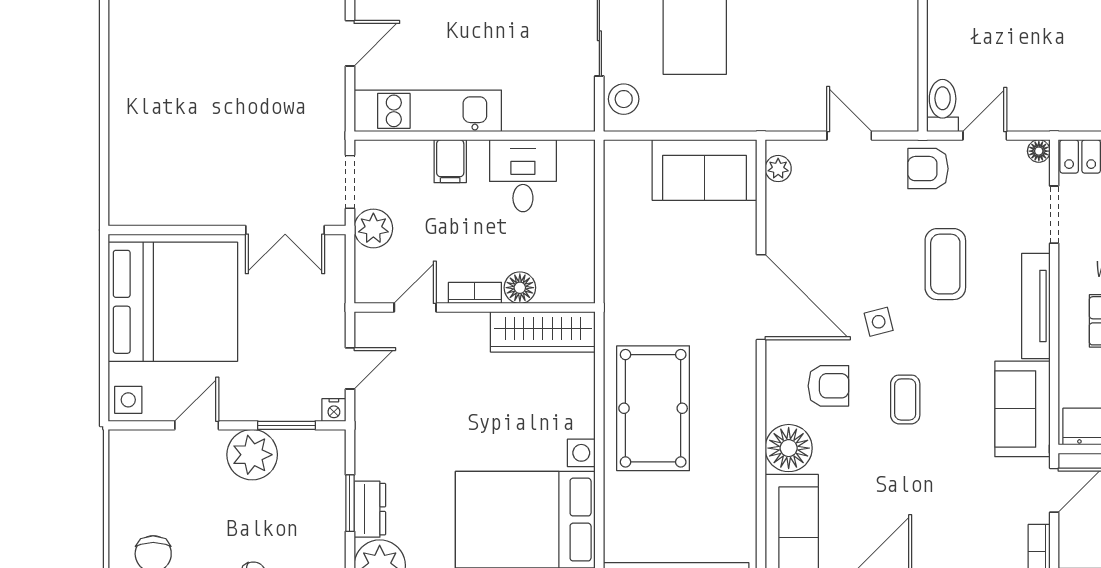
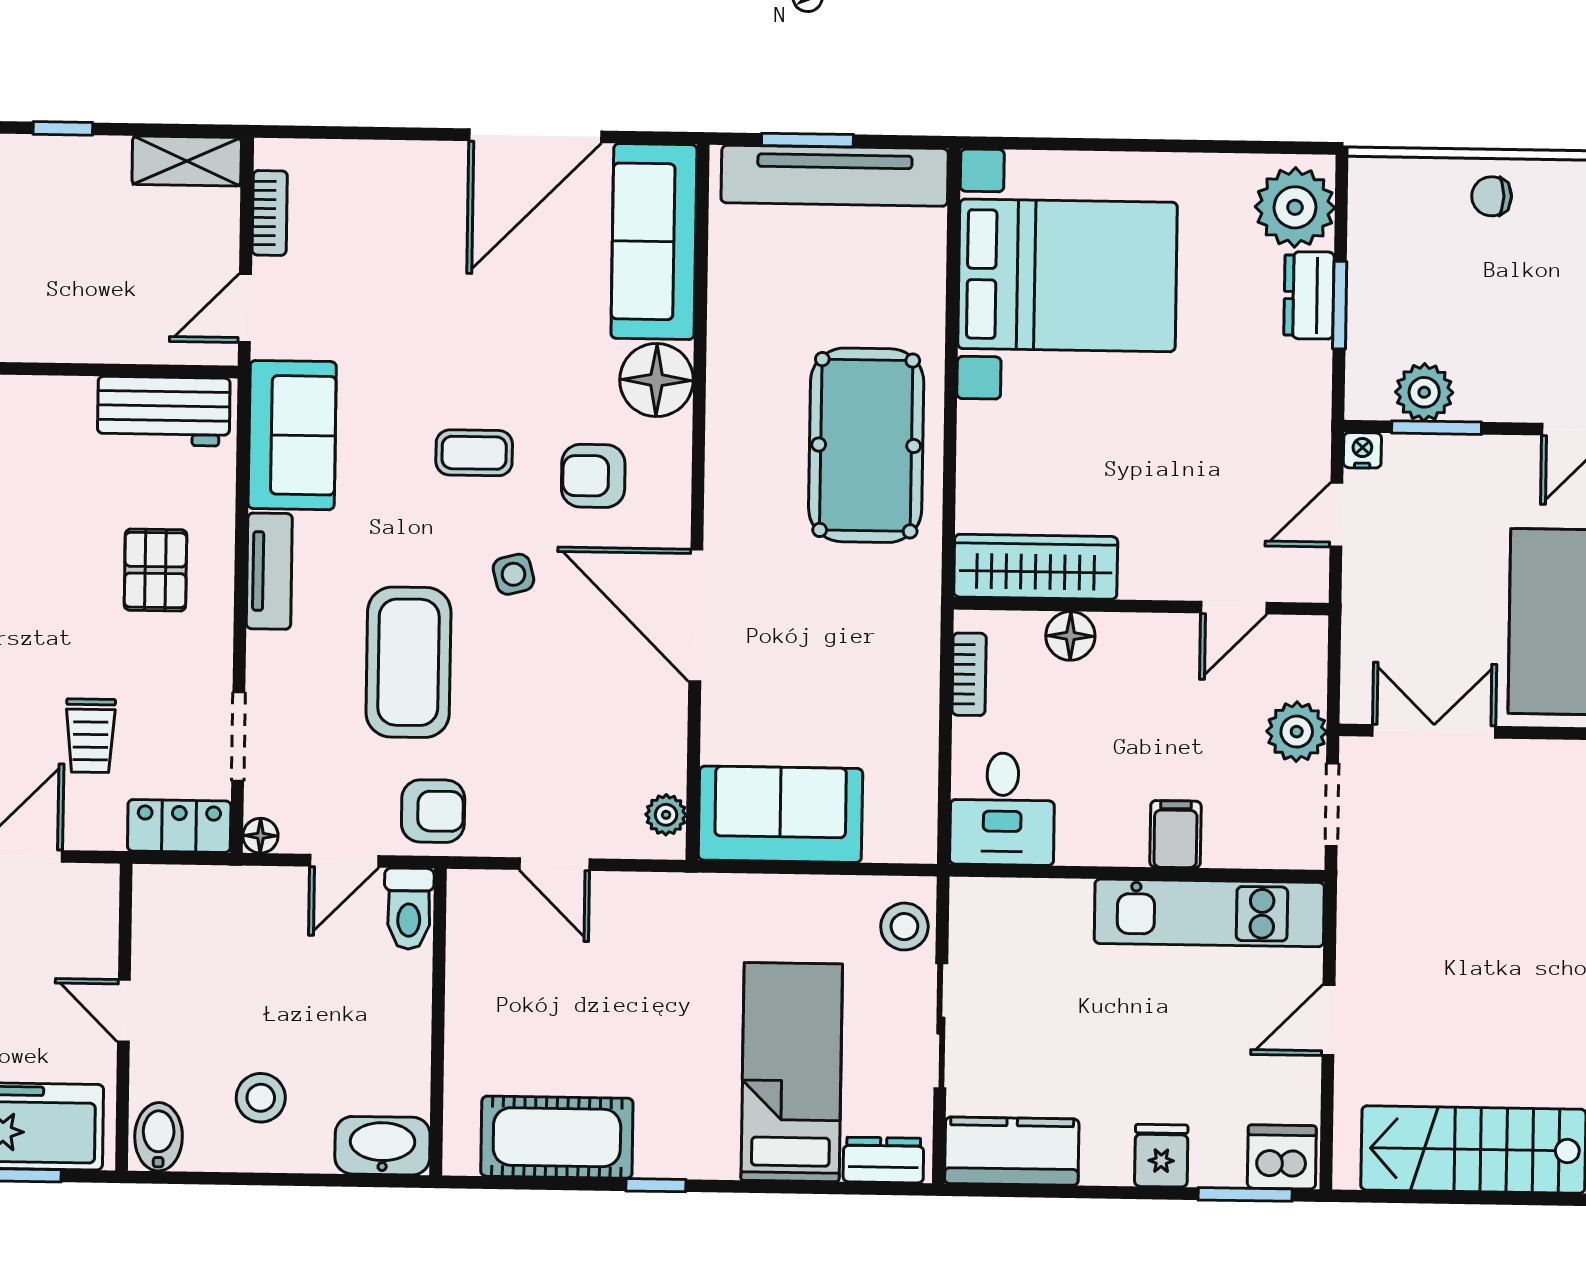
desk: (523, 176) -> (1002, 809), moved
coffee table: (945, 264) -> (408, 662), width x1.36, depth x1.32
bookcase: (475, 293) -> (969, 674), moved, turned -90
tv unit: (1036, 306) -> (269, 571), width x0.71
coffee table: (905, 399) -> (474, 453), turned 90
plant: (252, 455) -> (1424, 392), moved, width x0.73, depth x0.73

